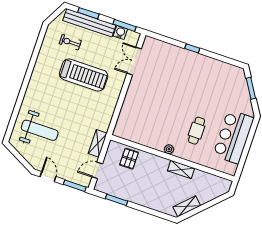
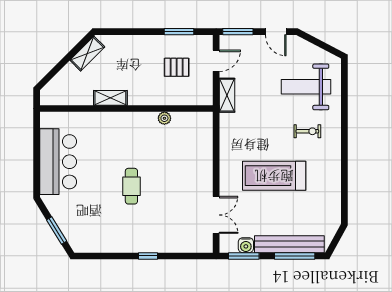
window: (88, 13) -> (295, 256), width x1.44
exercise bike: (70, 42) -> (307, 131), moved
cafe table: (197, 131) -> (131, 186), moved
plant: (169, 149) -> (164, 118), moved
pallet: (129, 159) -> (177, 67), moved, turned 90

